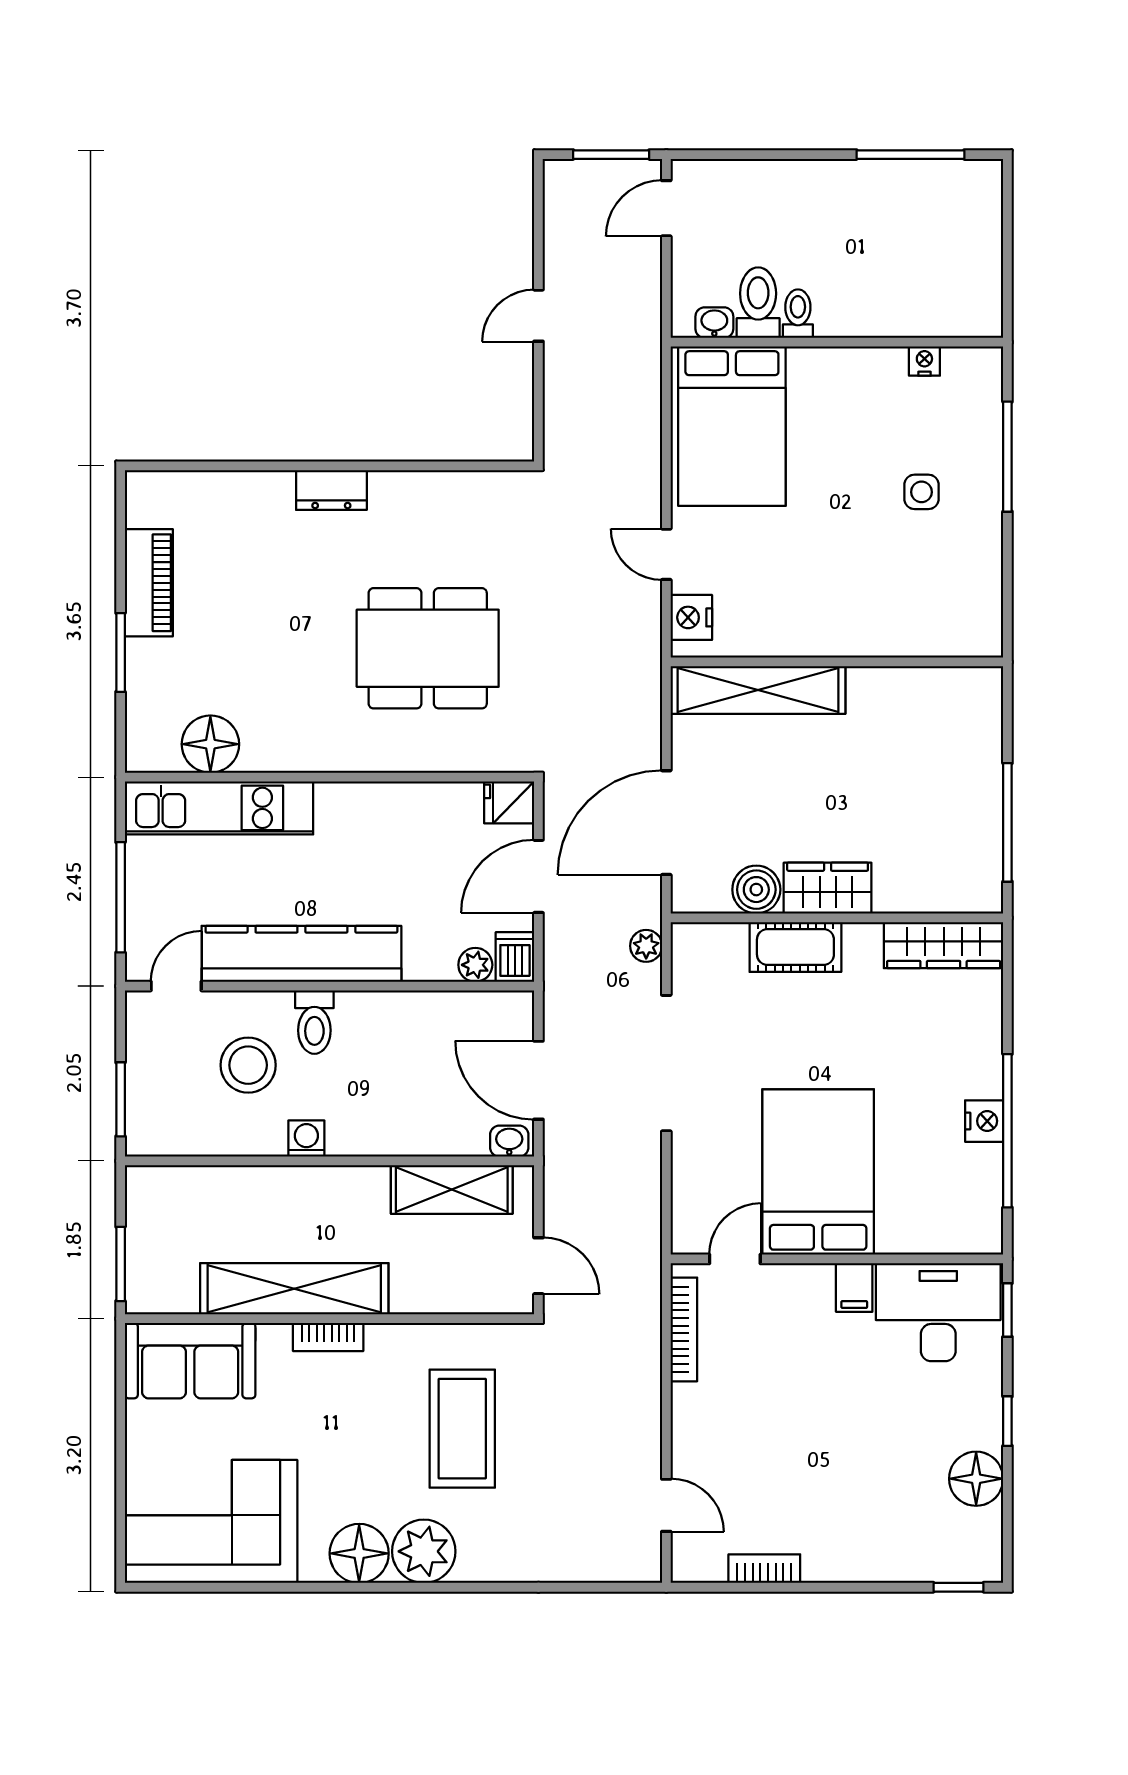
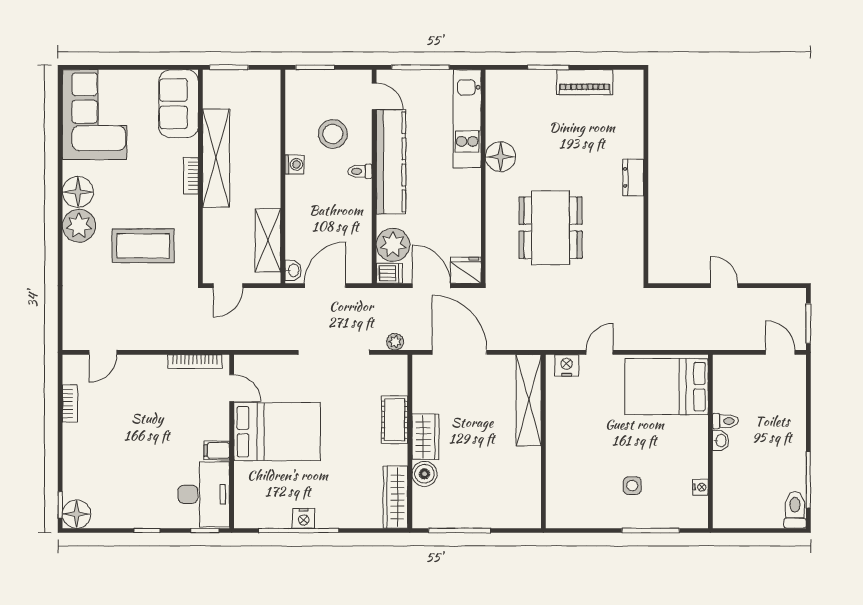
toilet: (758, 303) -> (795, 510), moved, turned -90
washbasin: (714, 323) -> (721, 441), moved
floor lamp: (210, 744) -> (500, 157), moved
fridge: (509, 802) -> (466, 270), width x1.38
boiler: (756, 890) -> (425, 474), moved
plant: (475, 965) -> (393, 245), width x1.88, depth x1.88
toilet: (314, 1022) -> (360, 171), width x0.73, depth x0.72
floor lamp: (976, 1479) -> (77, 514), moved

